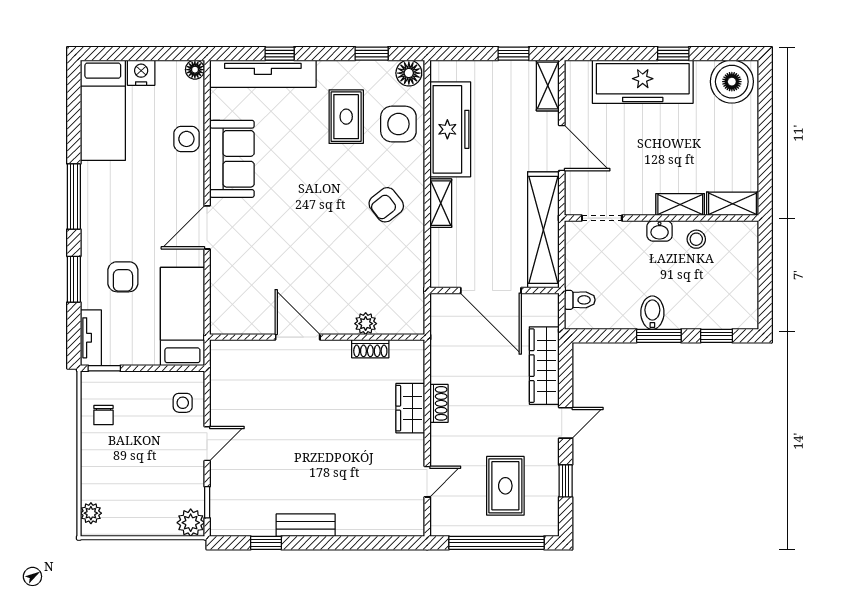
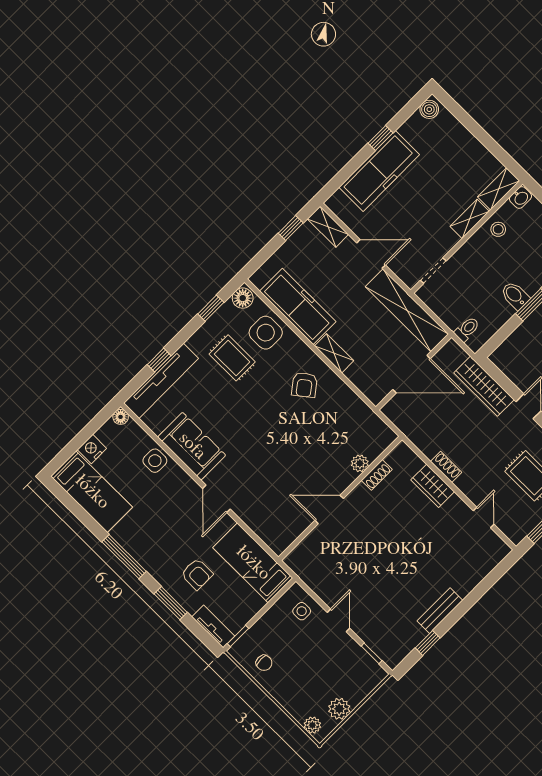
boiler: (732, 82) -> (429, 109), width x0.54, depth x0.54
washbasin: (660, 231) -> (520, 198), moved
plant: (191, 523) -> (339, 709), moved

